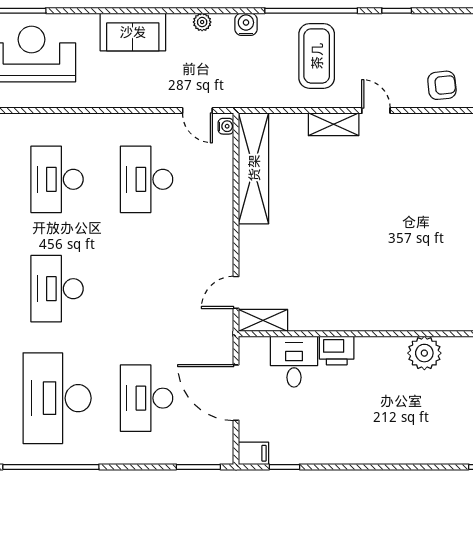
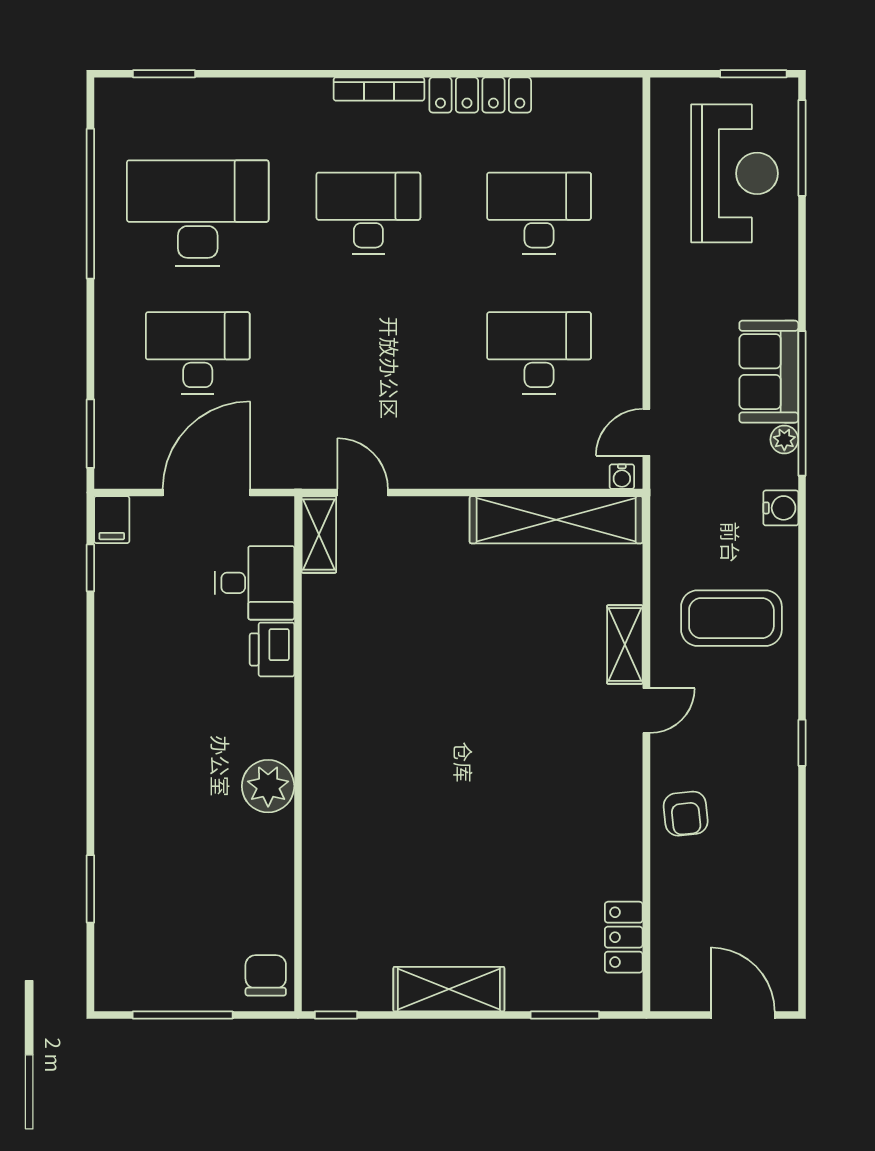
window: (311, 11) -> (802, 403), moved
sofa: (133, 32) -> (769, 372), moved

